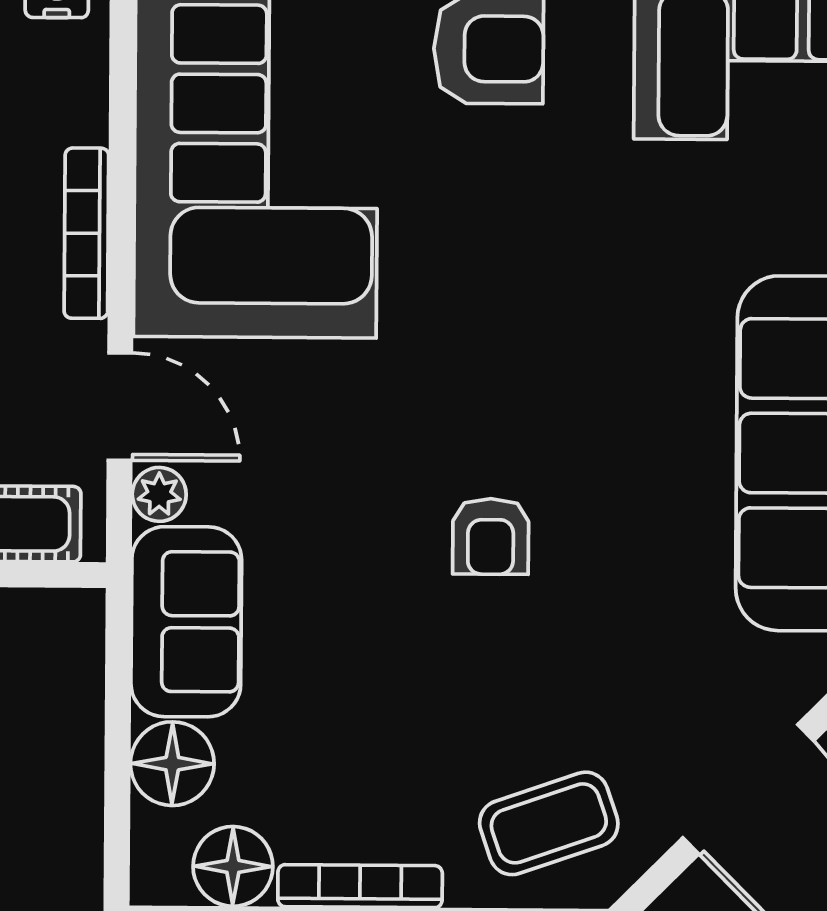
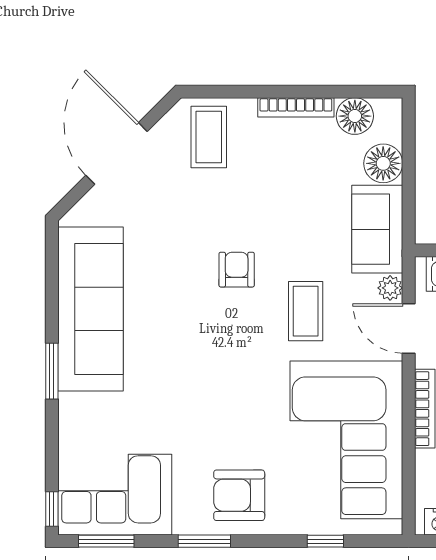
coffee table: (342, 446) -> (306, 311), added
coffee table: (549, 823) -> (209, 137), turned -71

